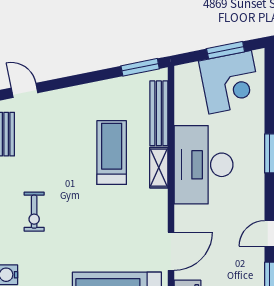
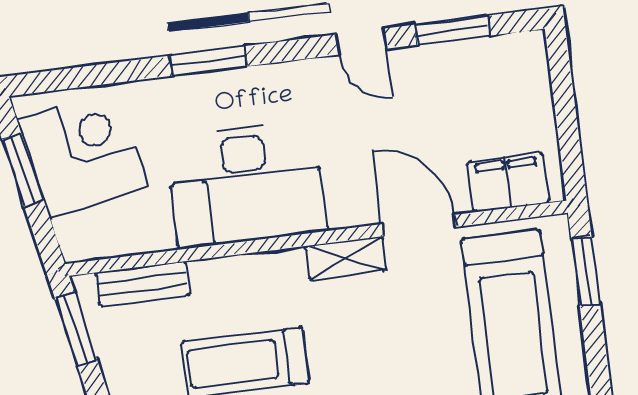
bench: (159, 113) -> (143, 284), width x0.73
shelving: (159, 168) -> (346, 258), moved

